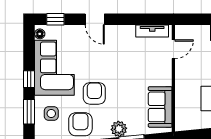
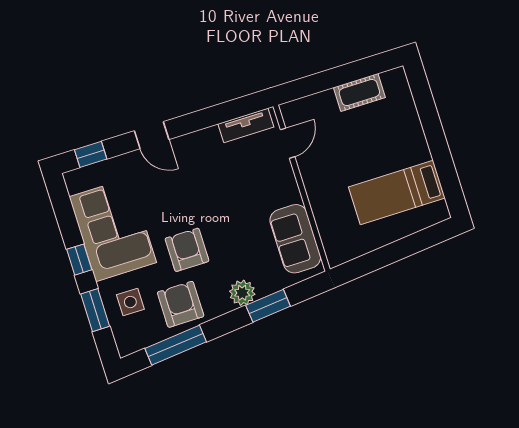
floor lamp: (40, 34) -> (74, 185), removed

